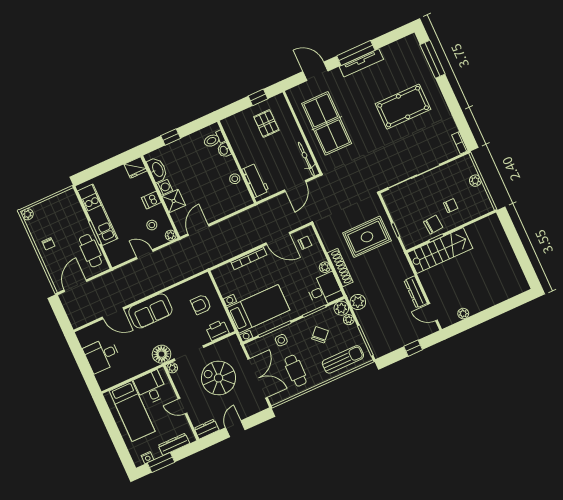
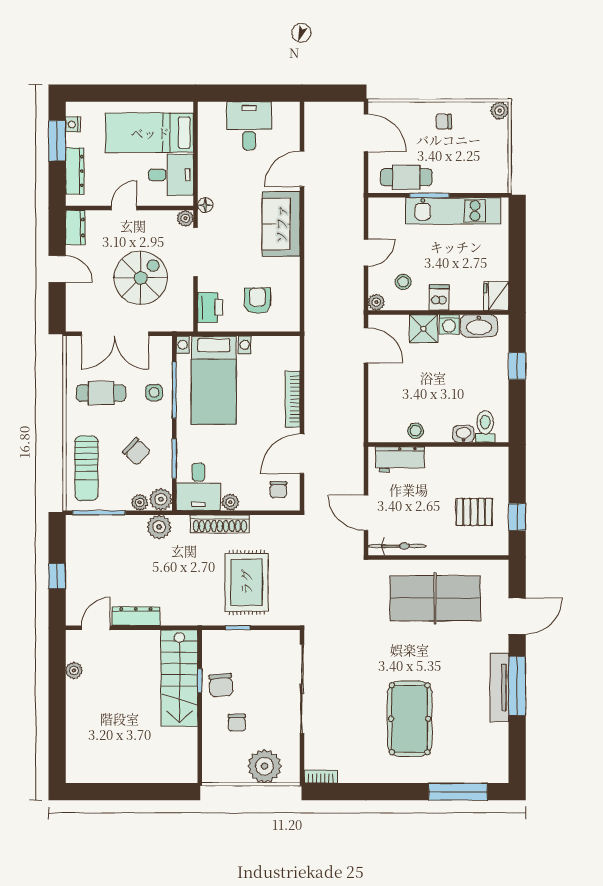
plant: (475, 181) -> (264, 766), width x1.87, depth x1.87
floor lamp: (162, 354) -> (205, 205), width x0.53, depth x0.53

